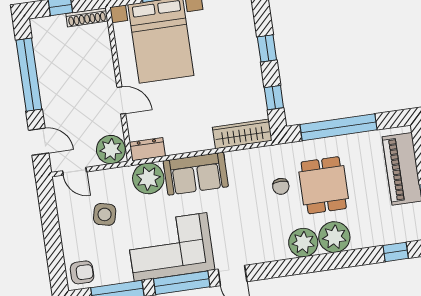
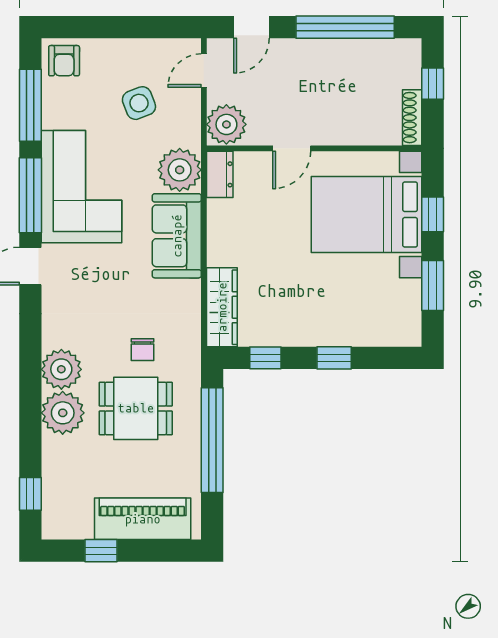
chair: (281, 186) -> (143, 350), turned -90
side table: (105, 214) -> (139, 103), turned -34

